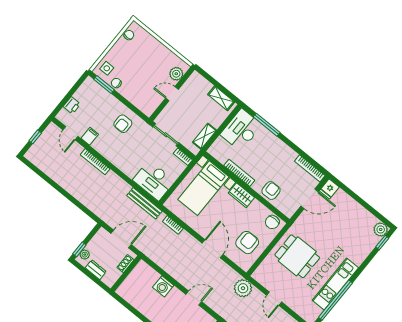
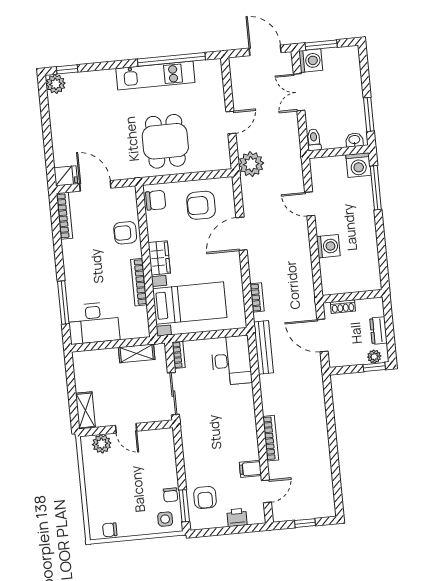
shelving: (221, 98) -> (85, 410), moved
armchair: (123, 124) -> (205, 498), moved, turned 90

